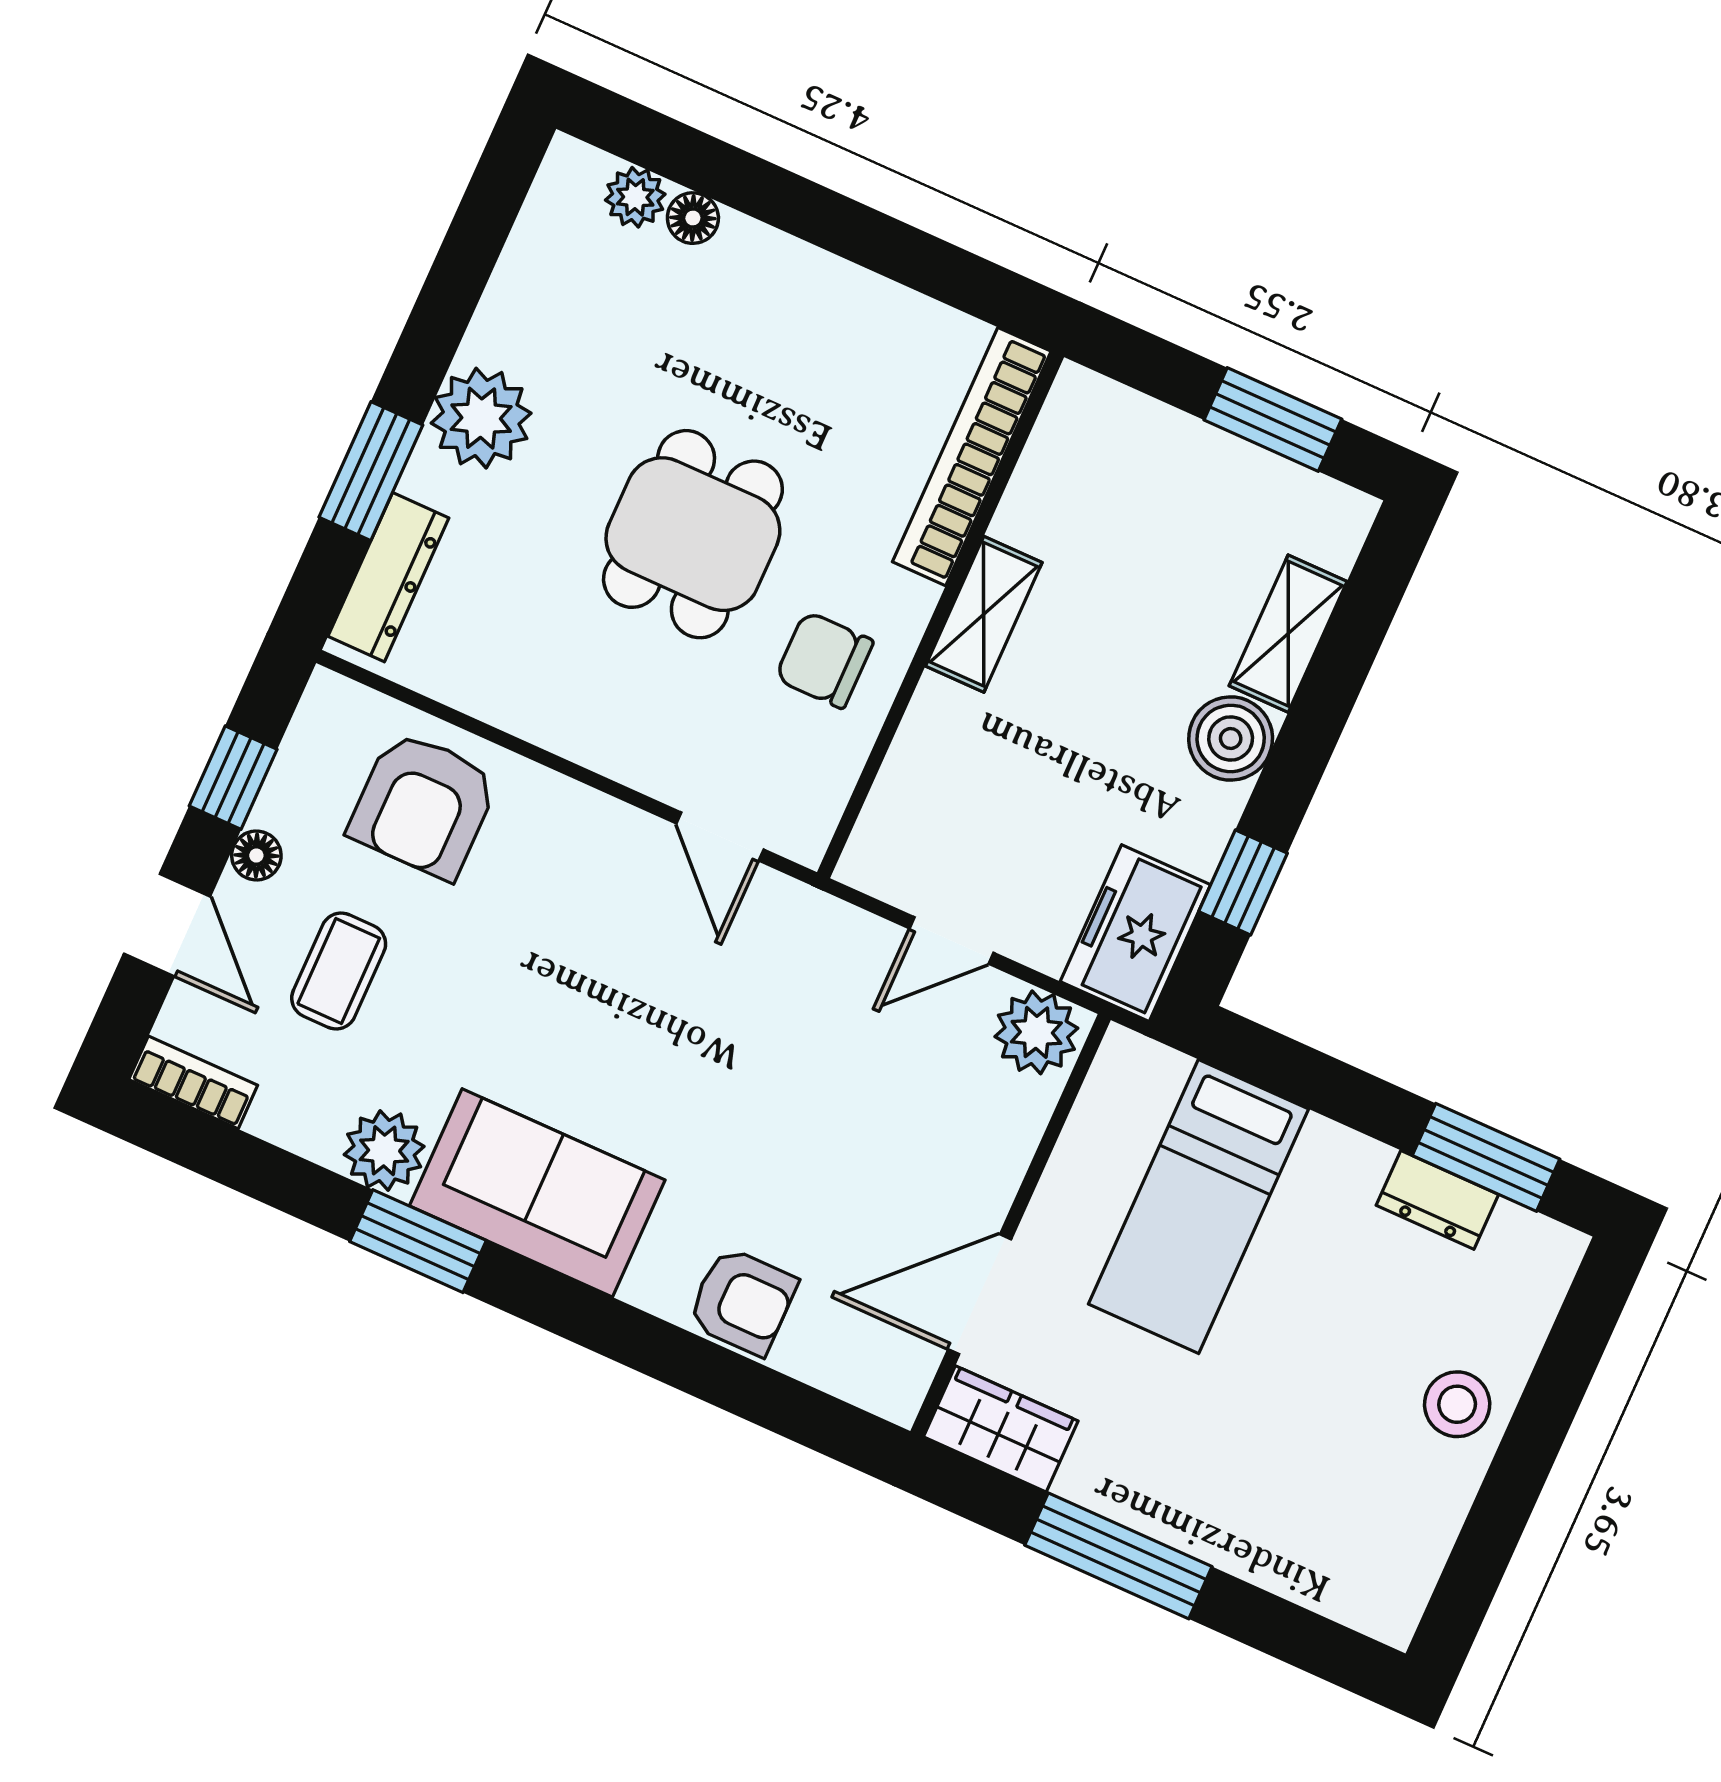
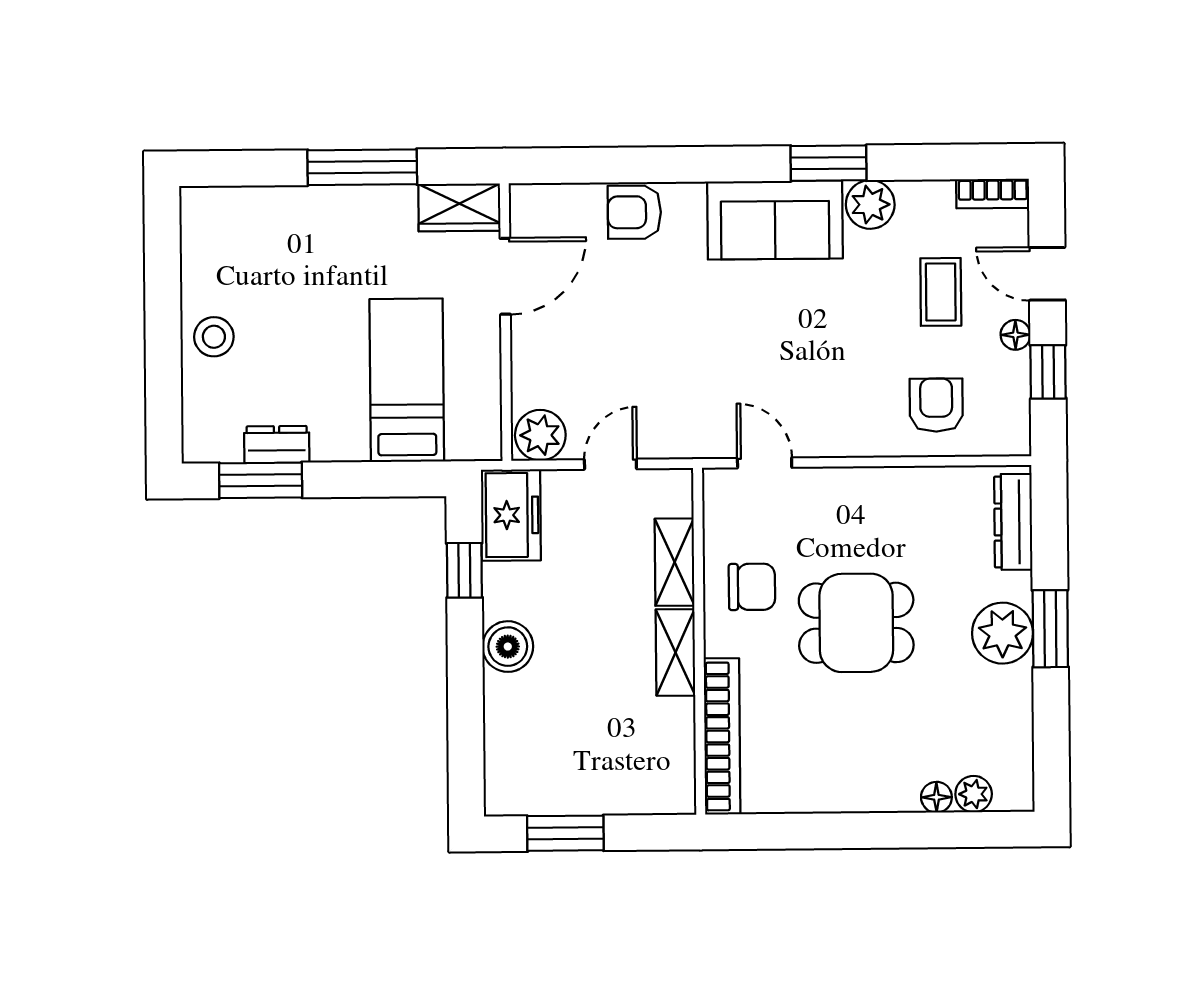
window: (371, 471) -> (1050, 629), moved
dining table: (693, 534) -> (856, 623), turned 90
shelving: (1288, 634) -> (675, 562), moved
armchair: (423, 805) -> (936, 405), width x0.72, depth x0.72

